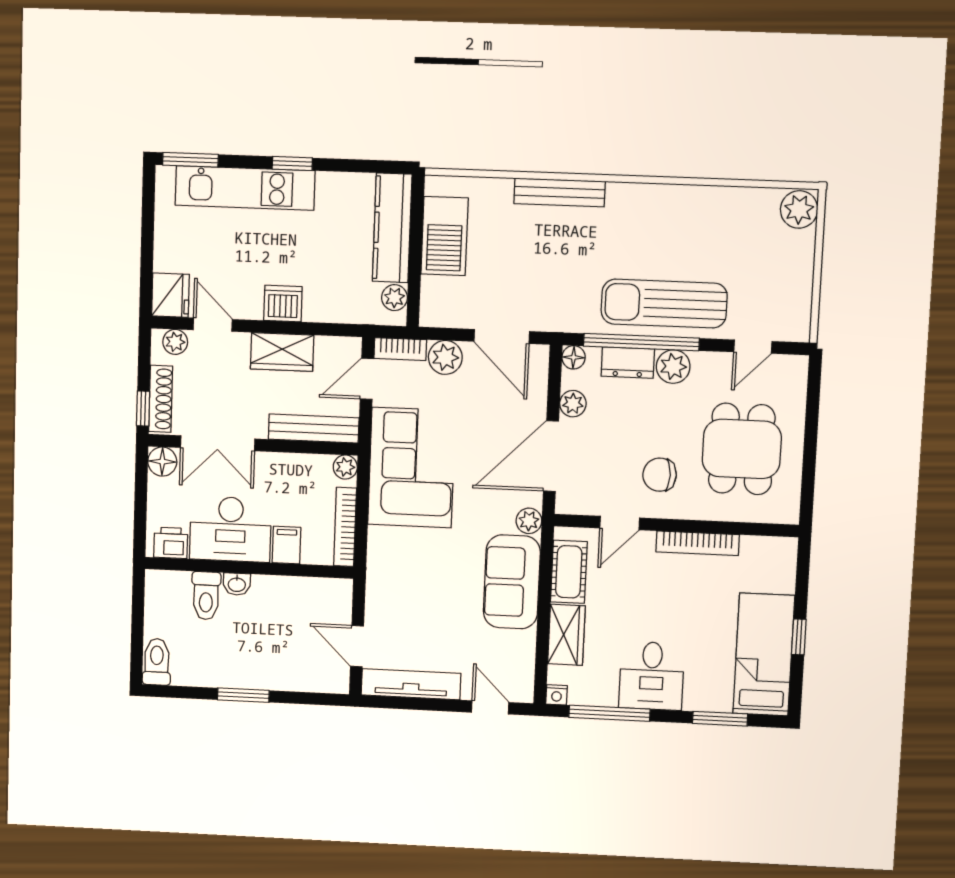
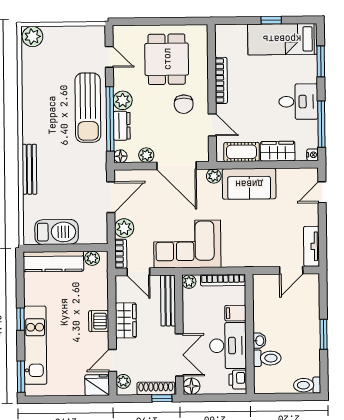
dining table: (742, 449) -> (167, 59), turned 90
tv unit: (411, 684) -> (311, 246), width x0.71

